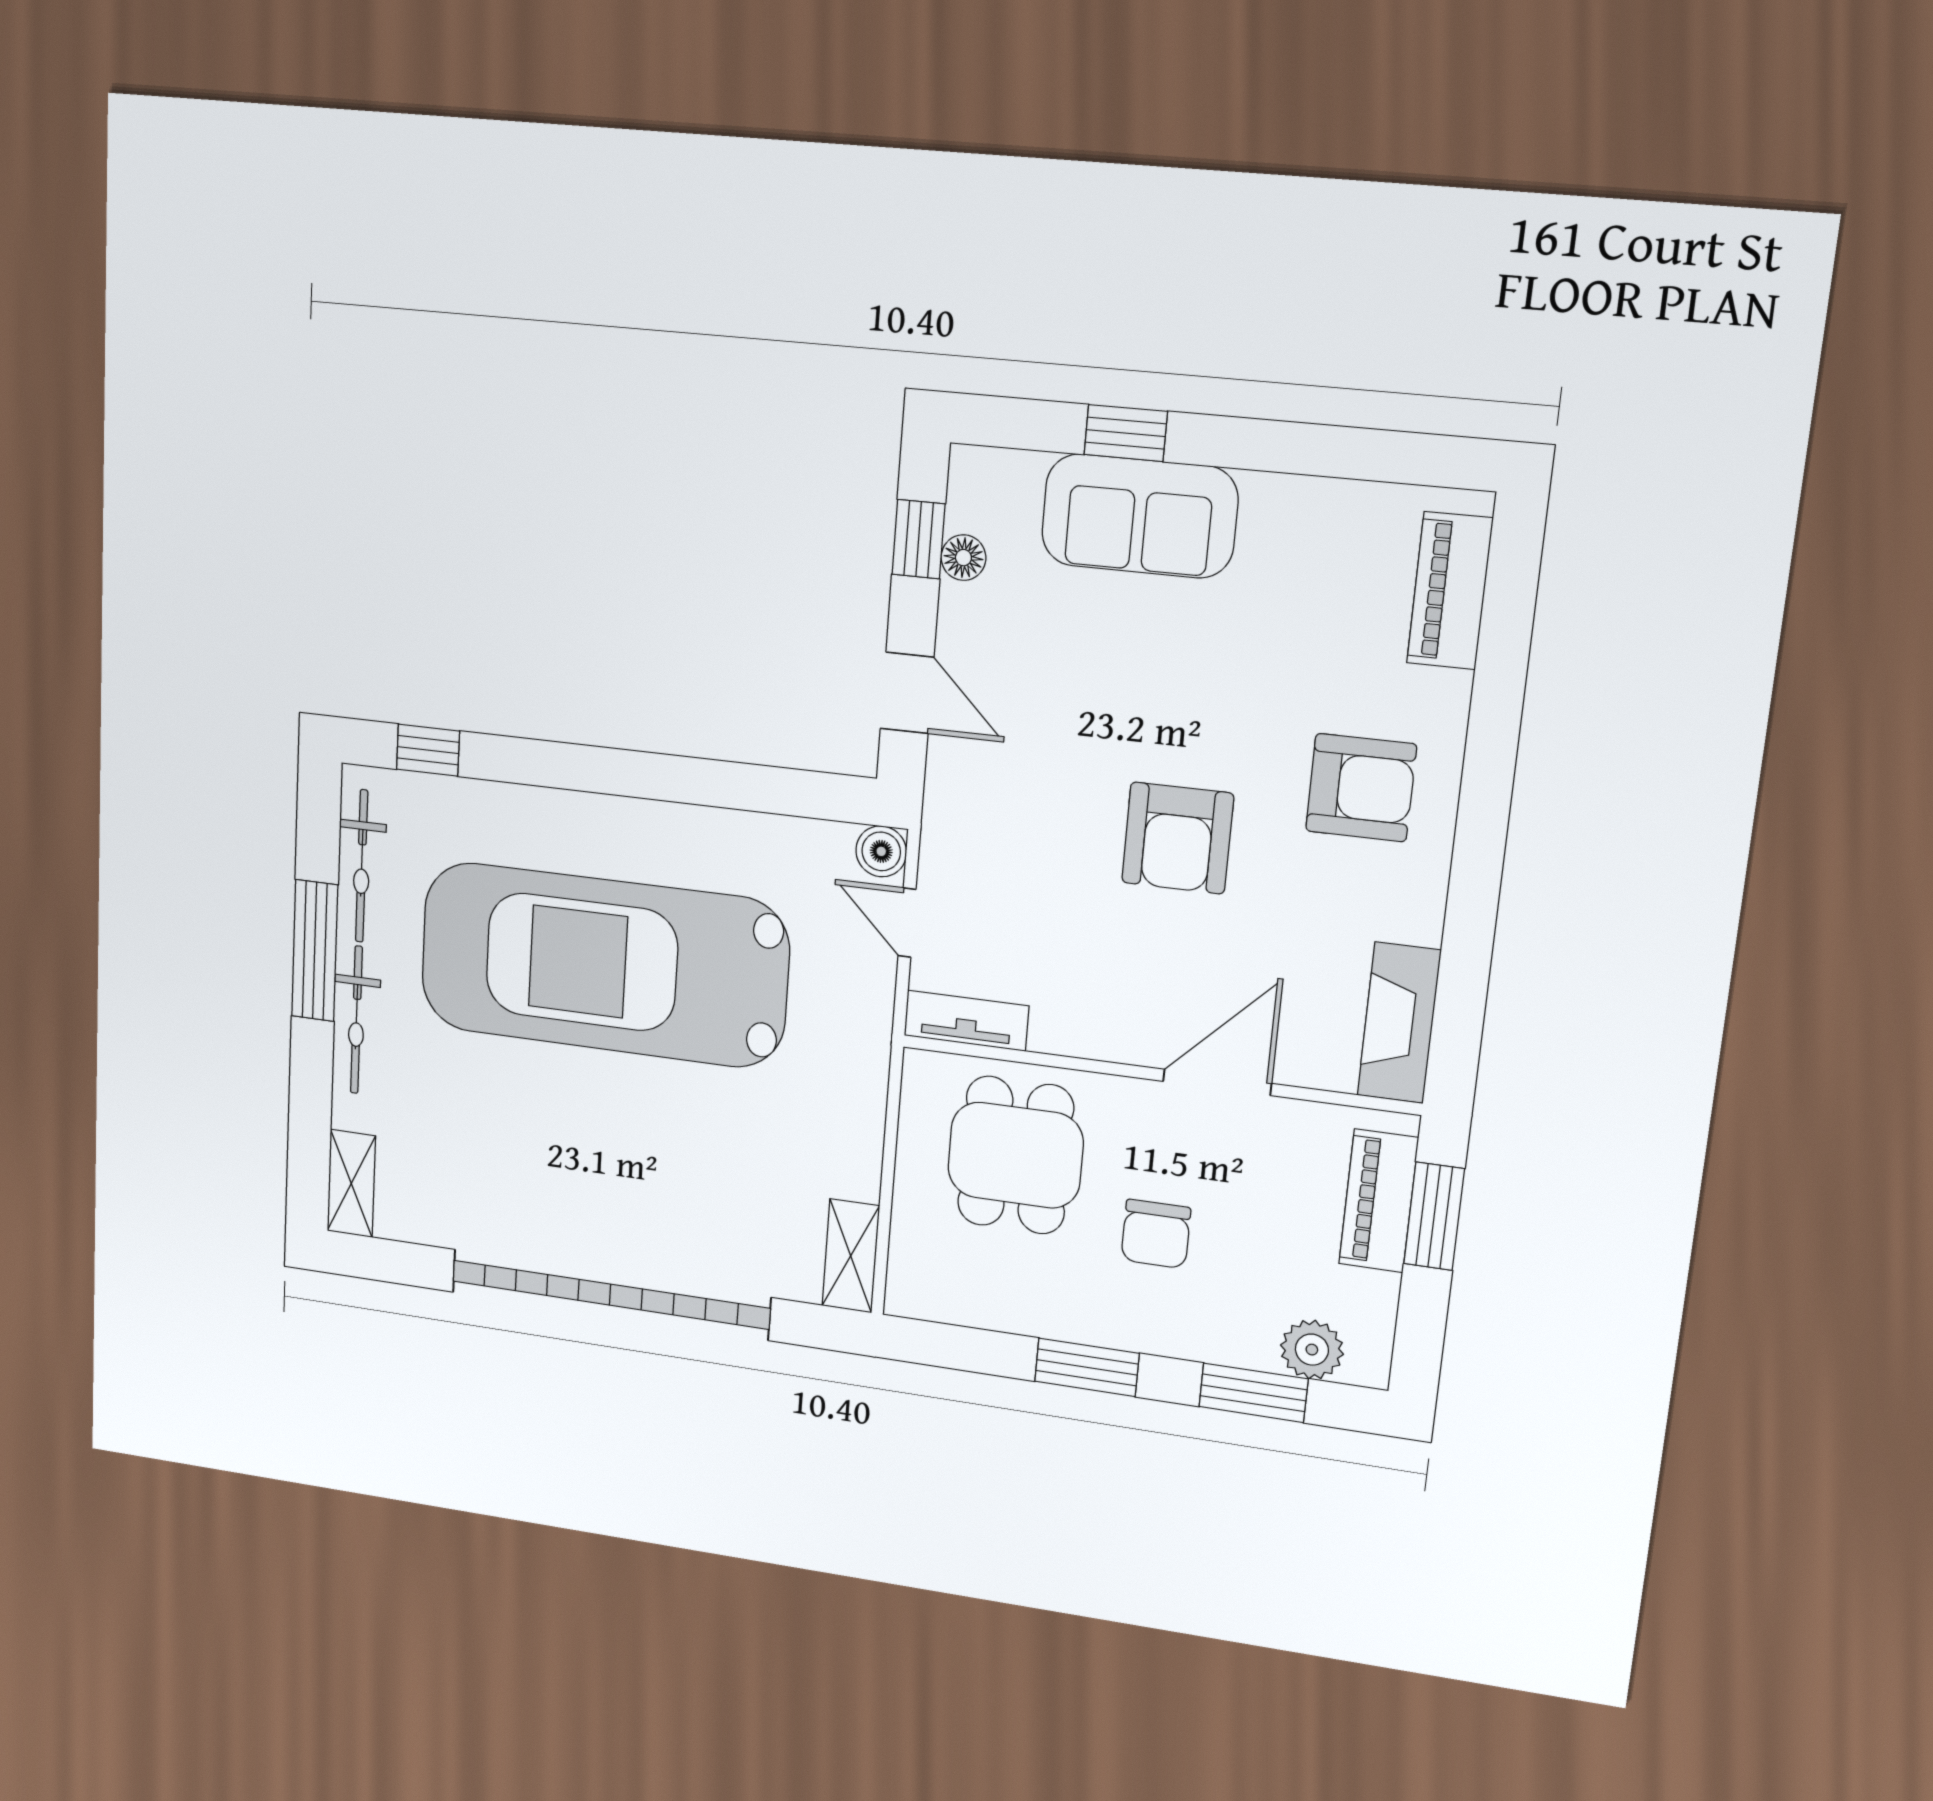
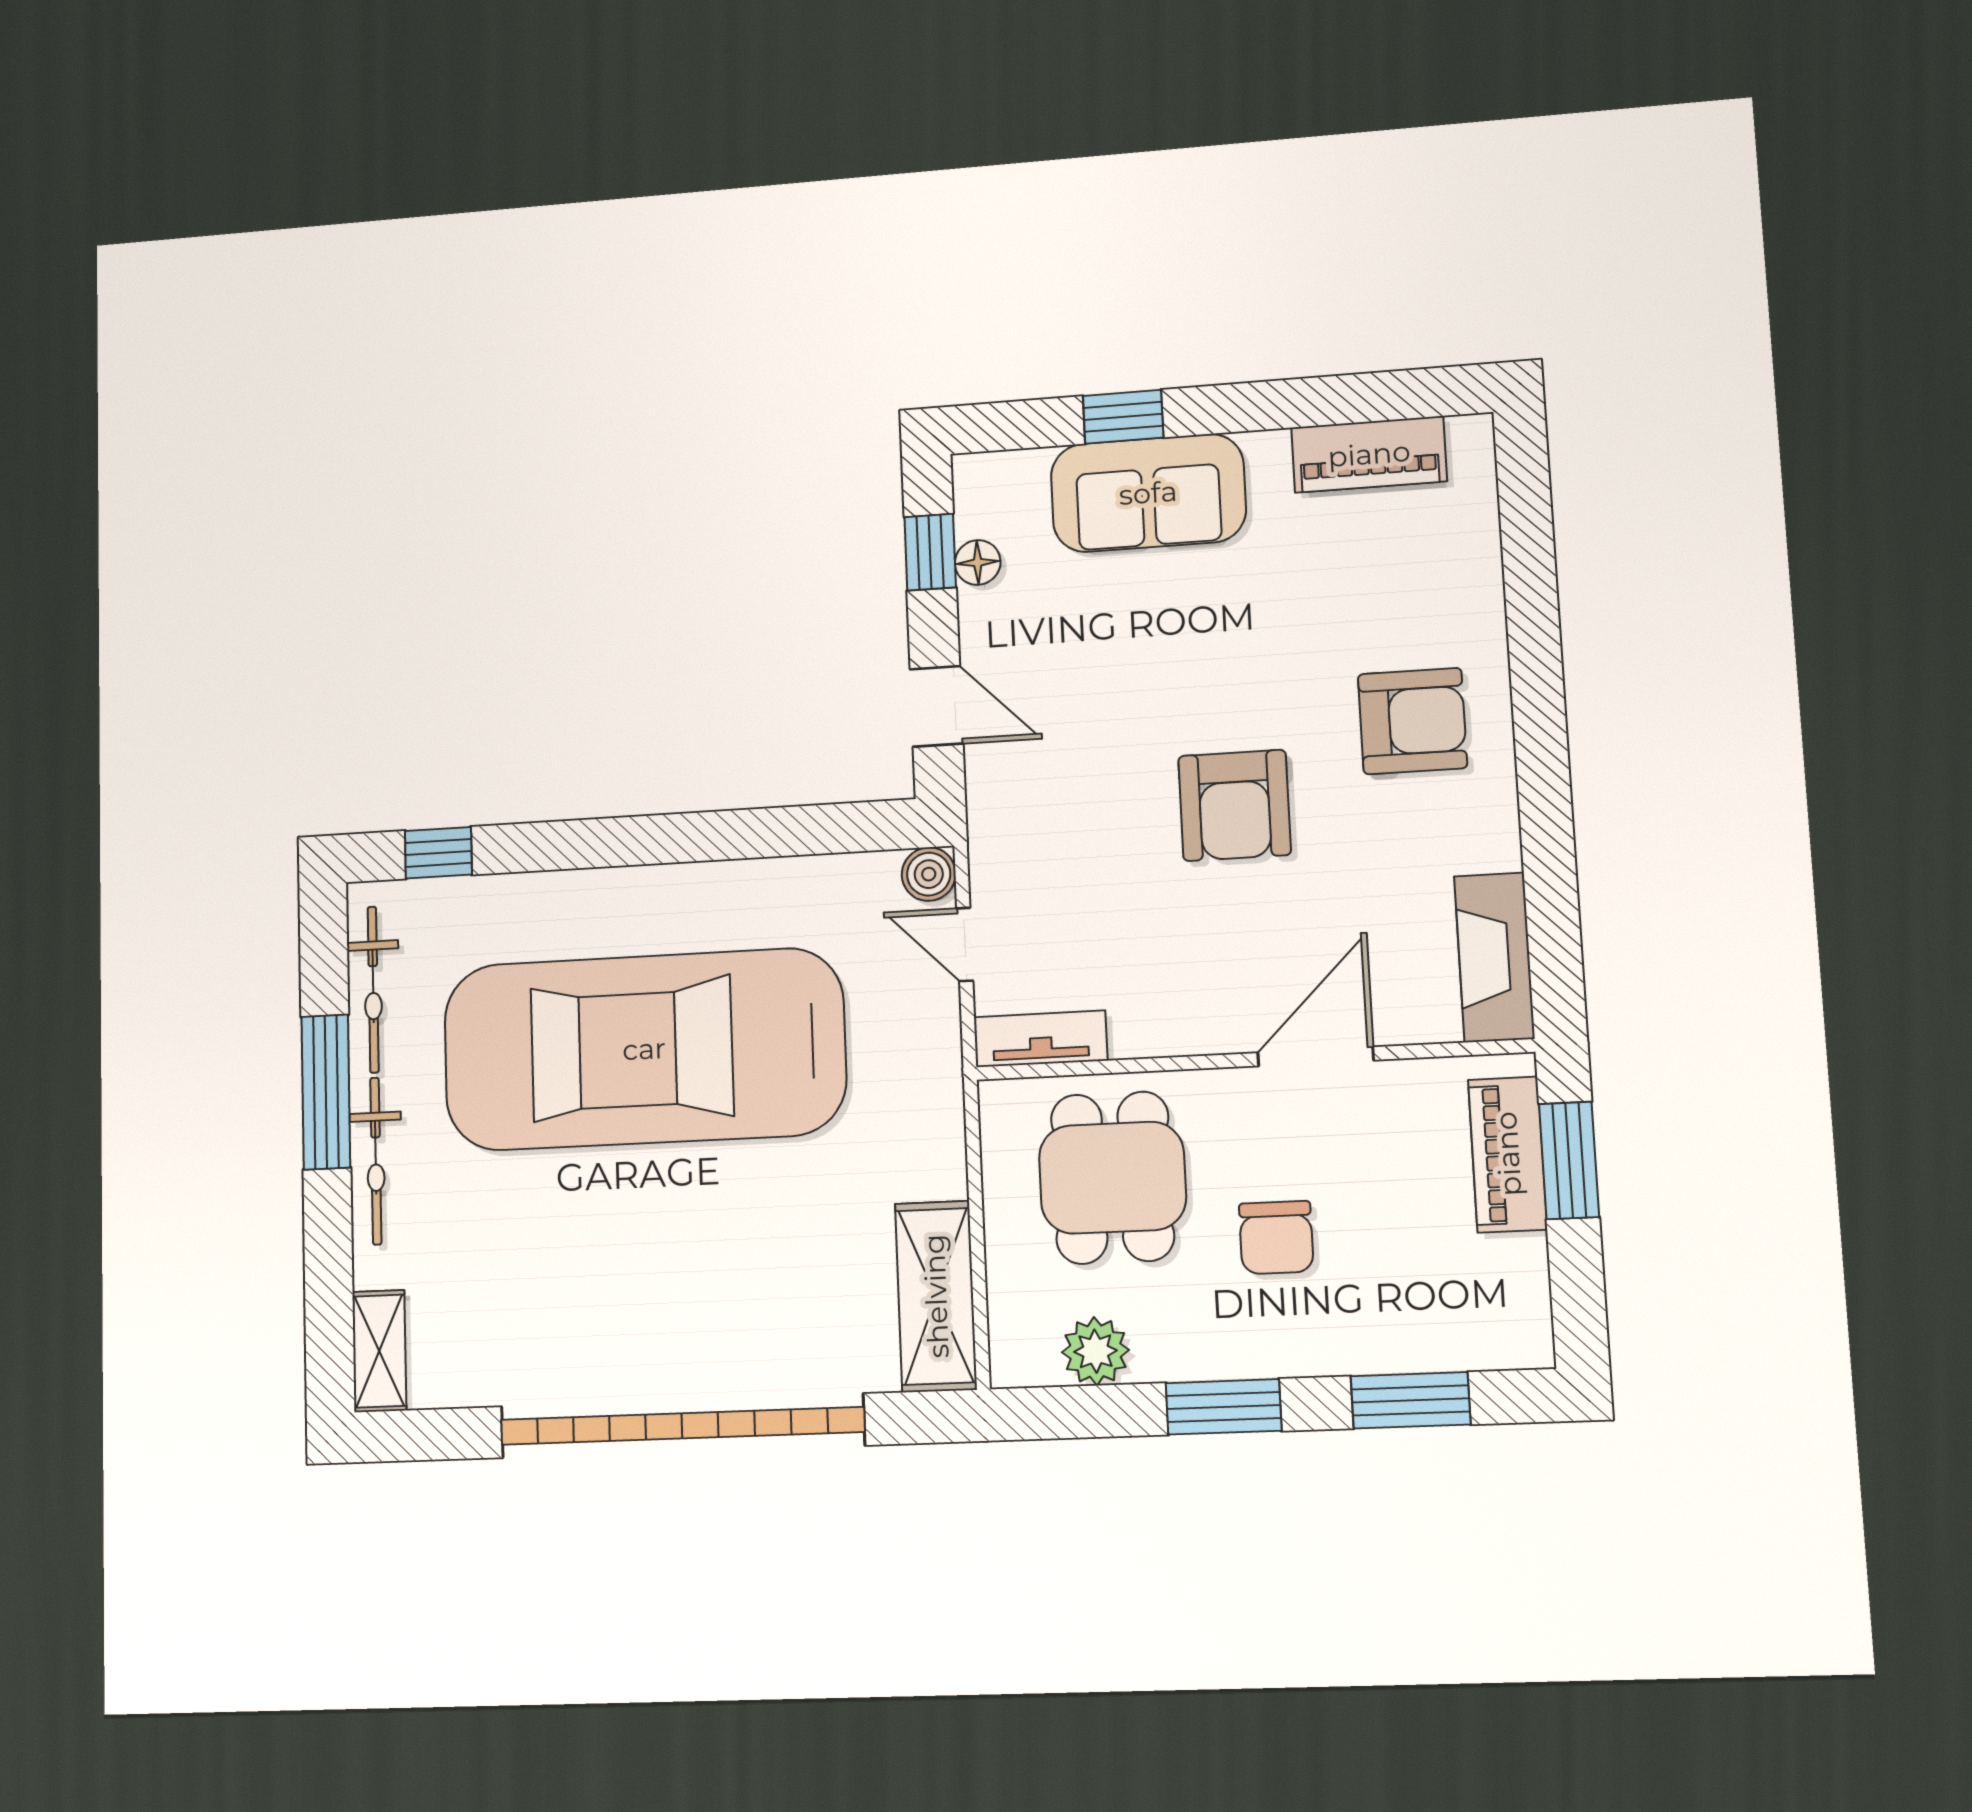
piano: (1450, 591) -> (1369, 454), moved, turned -90
shelving: (851, 1256) -> (936, 1296), width x1.50, depth x1.33
plant: (1312, 1350) -> (1096, 1351), moved

